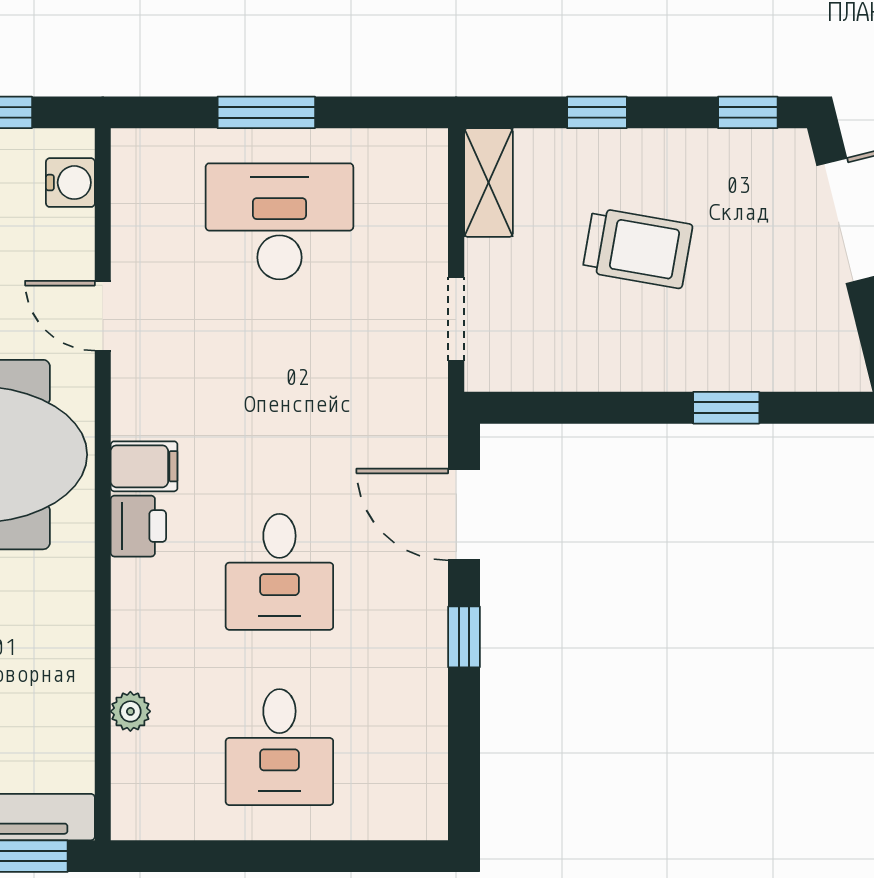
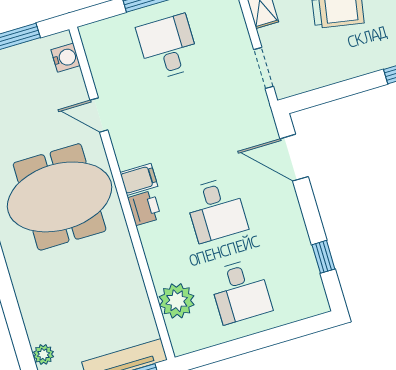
desk: (279, 221) -> (168, 47), width x0.73
window: (464, 637) -> (323, 257), moved
plant: (130, 711) -> (177, 301), width x1.88, depth x1.88

